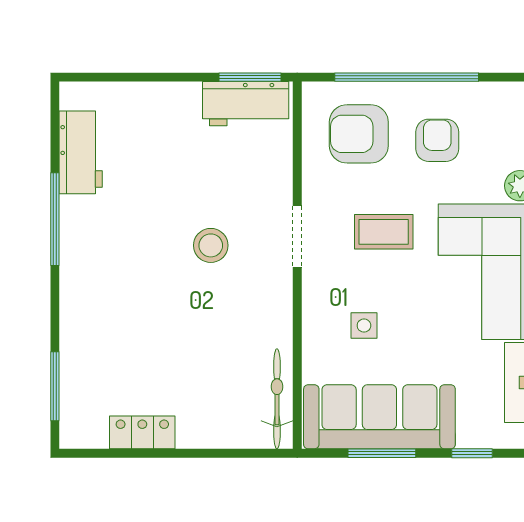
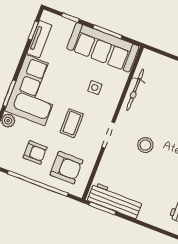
workbench: (246, 104) -> (115, 201), width x1.37
armchair: (437, 140) -> (35, 152), turned -90
coffee table: (384, 232) -> (72, 123), turned 90
bicycle: (277, 399) -> (135, 90), moved

